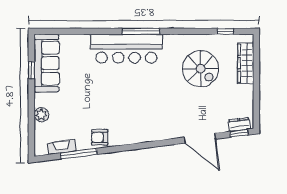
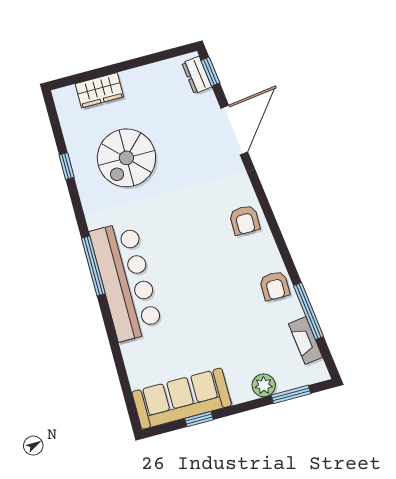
window: (225, 31) -> (67, 166), moved
wardrobe: (246, 63) -> (99, 90), width x0.67
spiral stairs: (201, 69) -> (126, 158), turned 180
window: (31, 130) -> (291, 394), added
armchair: (144, 130) -> (245, 220), added

